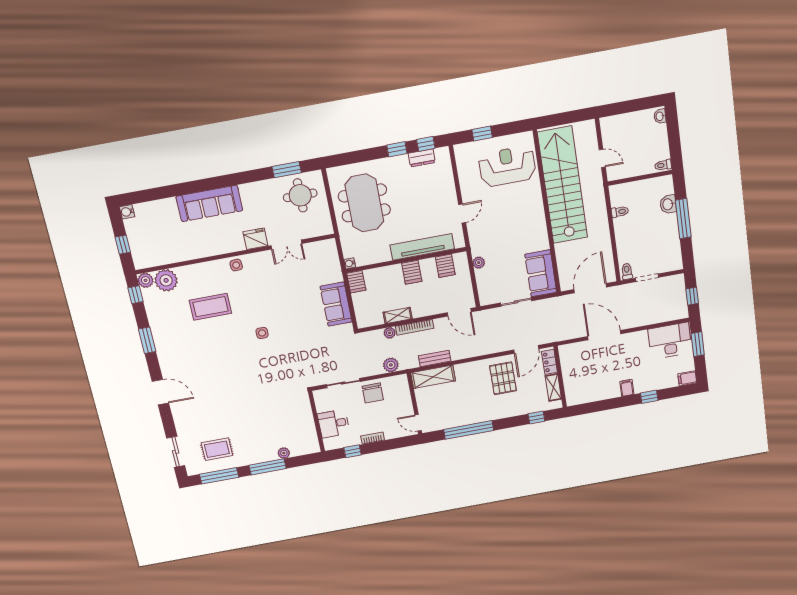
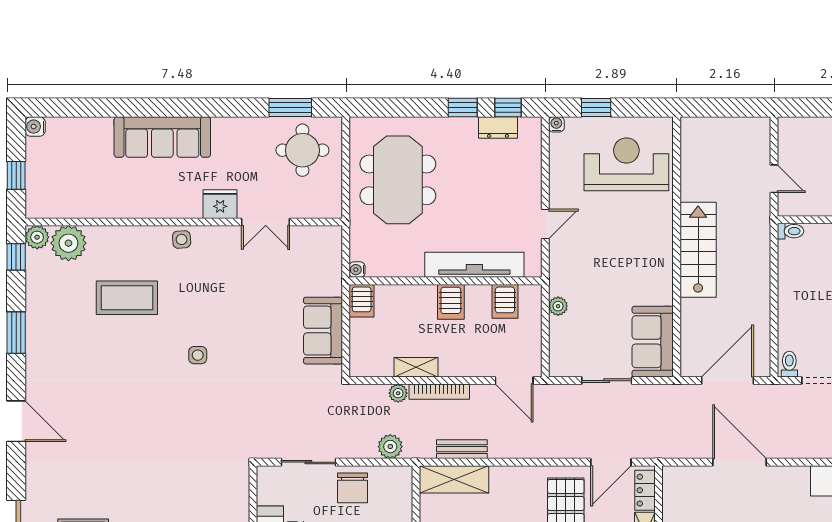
water cooler: (459, 149) -> (556, 124), added
stairs: (563, 185) -> (698, 250), width x0.54, depth x0.66
toilet: (620, 212) -> (791, 231), moved

